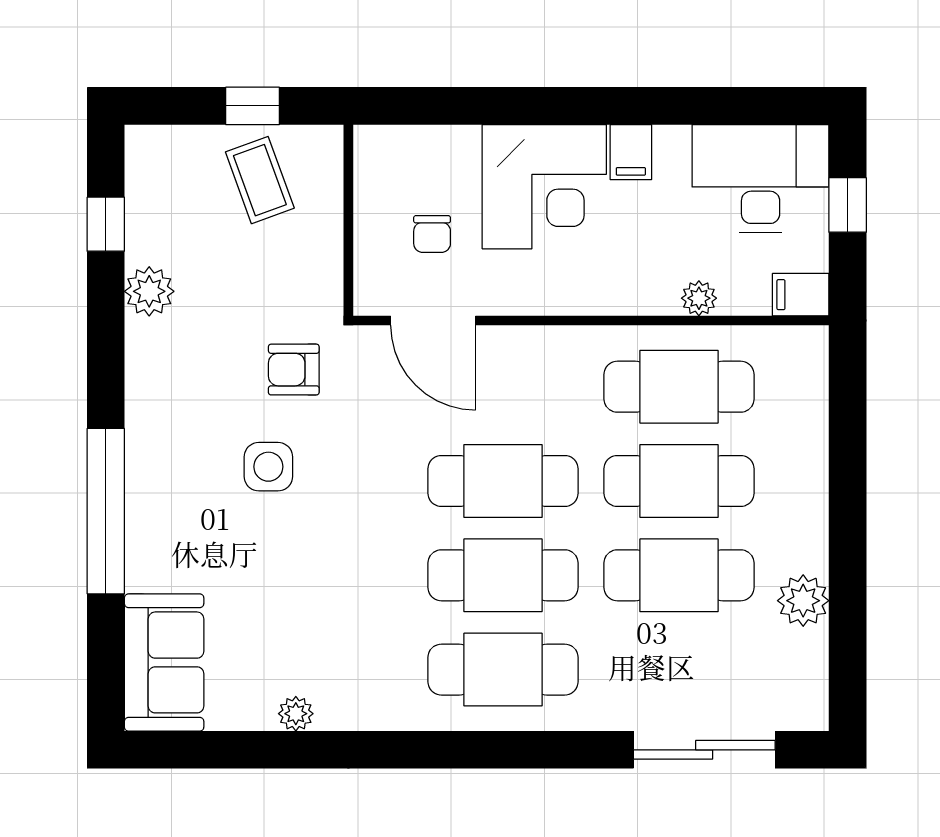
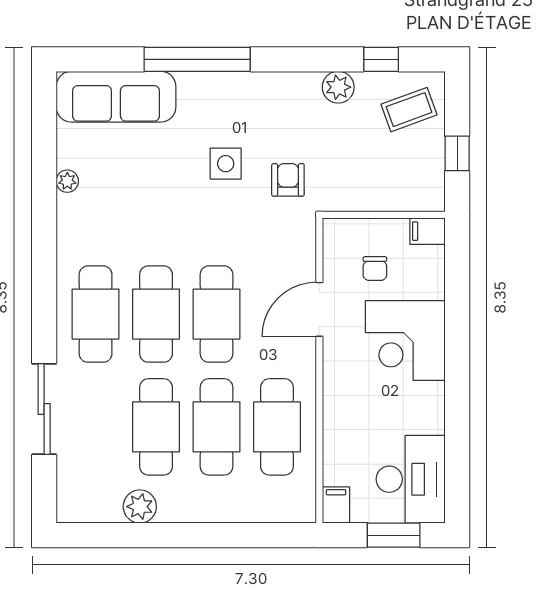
filing cabinet: (631, 152) -> (427, 231), moved
coffee table: (260, 180) -> (409, 110), moved
window: (848, 205) -> (394, 535), width x1.50
chair: (432, 234) -> (375, 269), turned -90
plant: (699, 298) -> (334, 440), removed
door: (433, 321) -> (319, 309), moved
sofa: (164, 662) -> (116, 97), width x1.36
sliding door: (704, 750) -> (44, 409), moved

